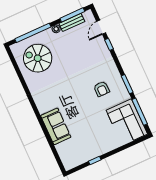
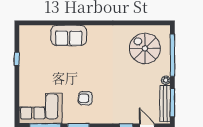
bench: (72, 22) -> (165, 104), width x1.36
spiral stairs: (38, 58) -> (145, 48), turned -90

